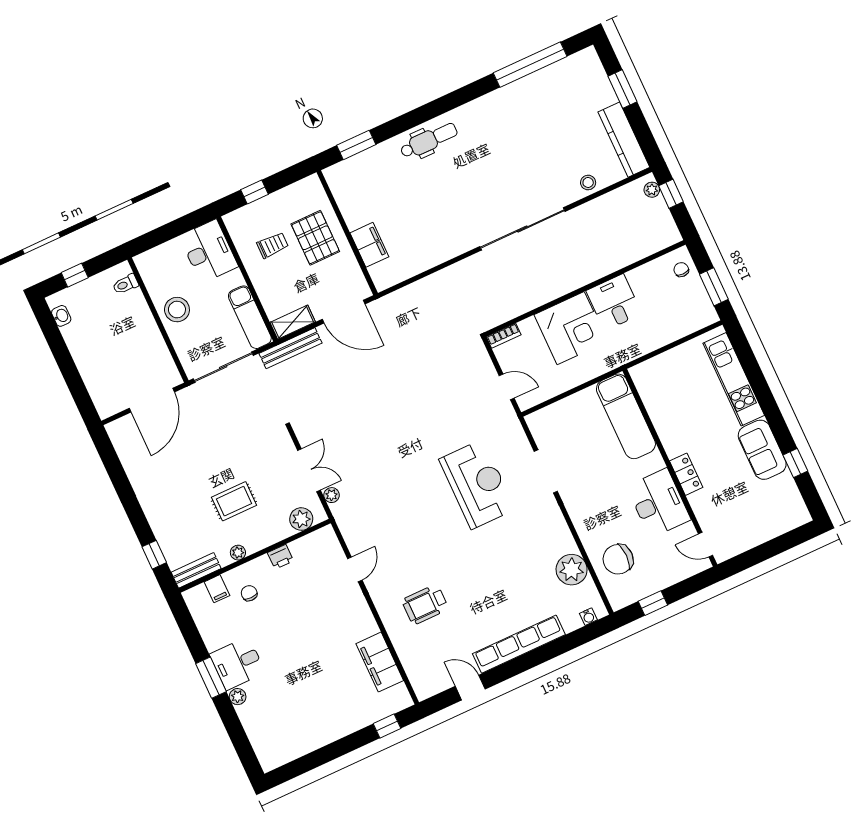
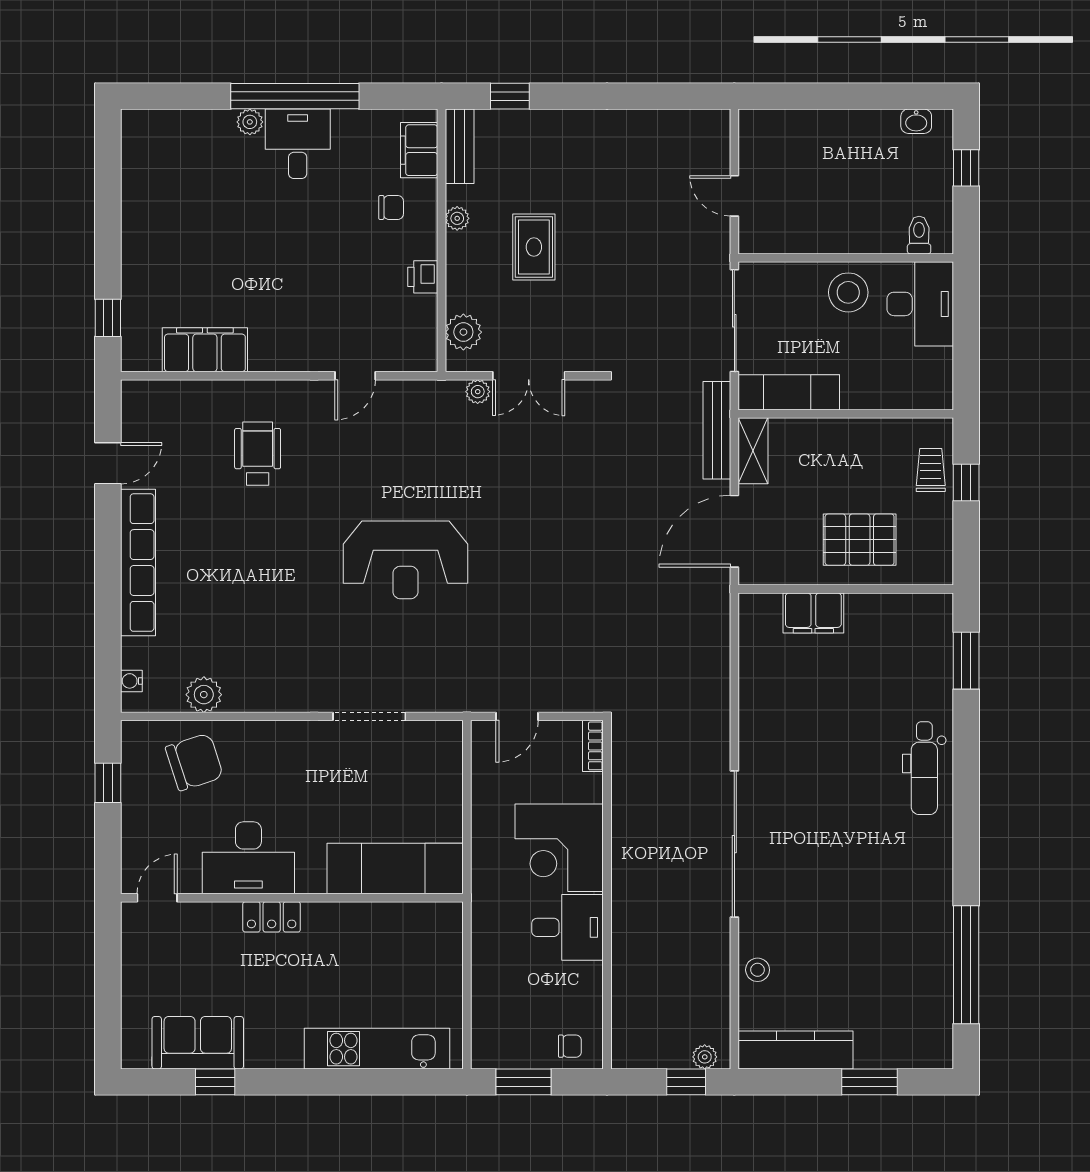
trolley: (273, 245) -> (931, 470), moved, turned 180
desk: (209, 251) -> (920, 304), moved, turned -90
door: (152, 400) -> (734, 196), width x0.53
sofa: (762, 450) -> (198, 1043), moved
reception desk: (477, 484) -> (405, 560), moved
chair: (618, 559) -> (194, 762), turned 72
door: (355, 569) -> (355, 376), hinge flipped
plant: (572, 570) -> (204, 695), width x0.73, depth x0.73
filing cabinet: (217, 589) -> (419, 150), width x2.00
window: (211, 678) -> (295, 96), width x2.11

